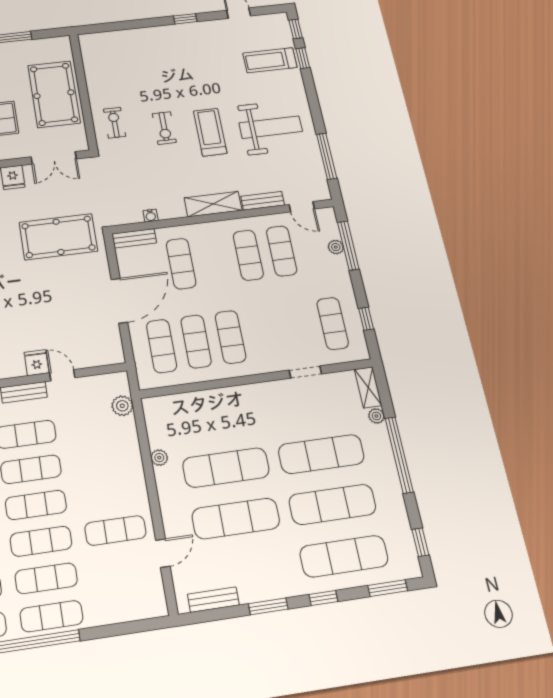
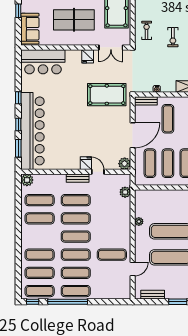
plant: (112, 353) -> (125, 164), added

